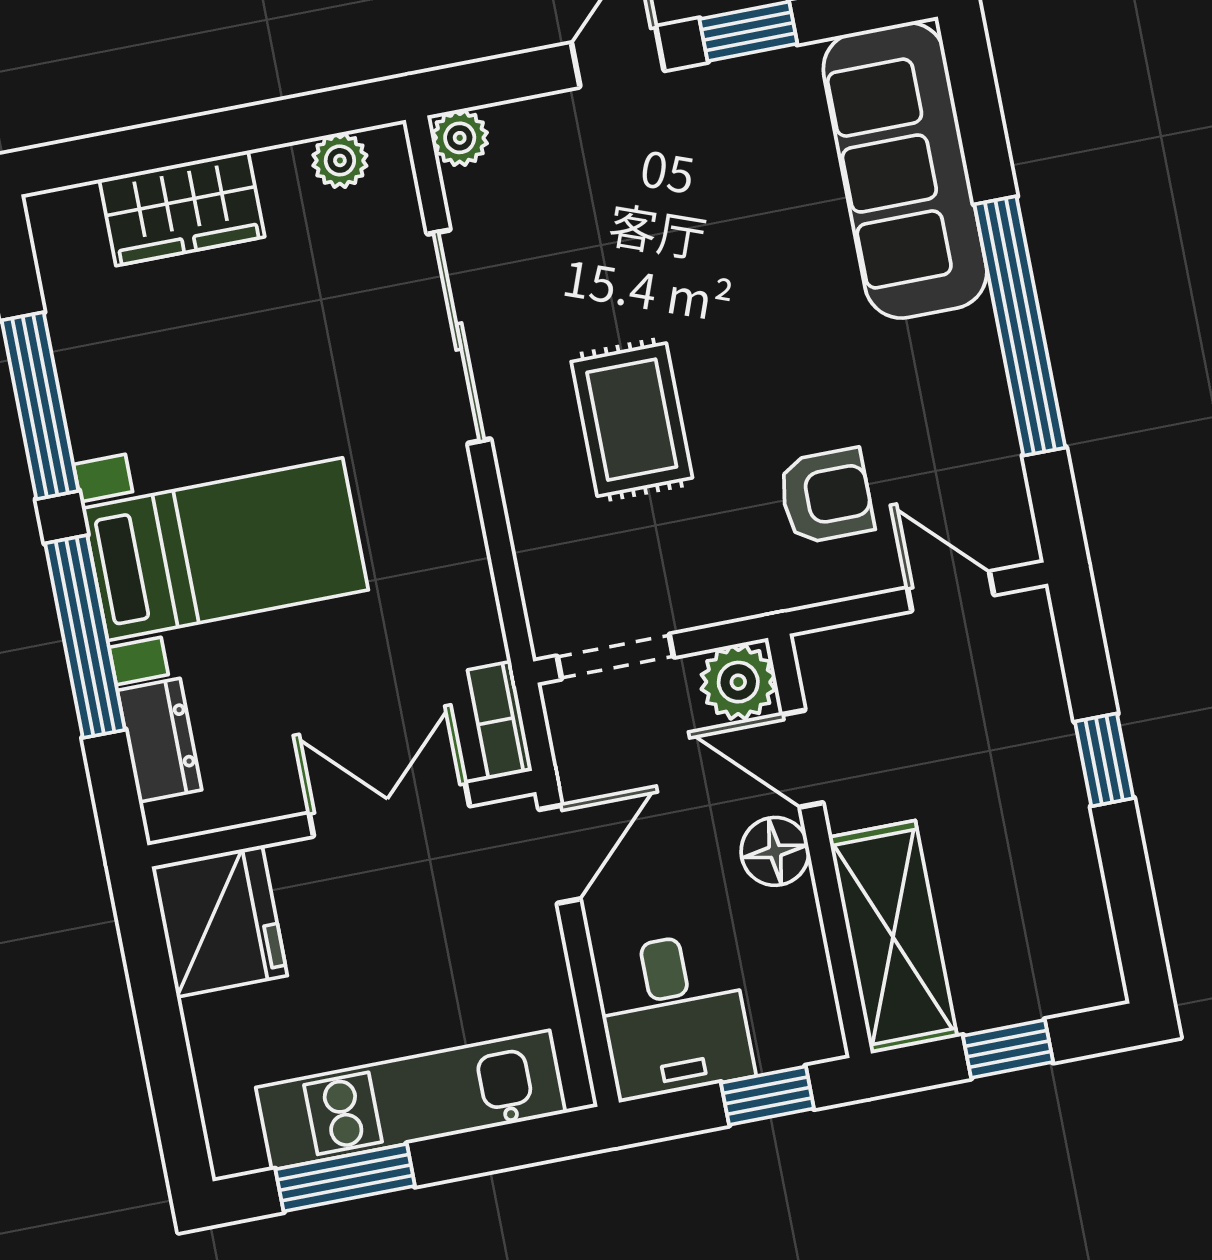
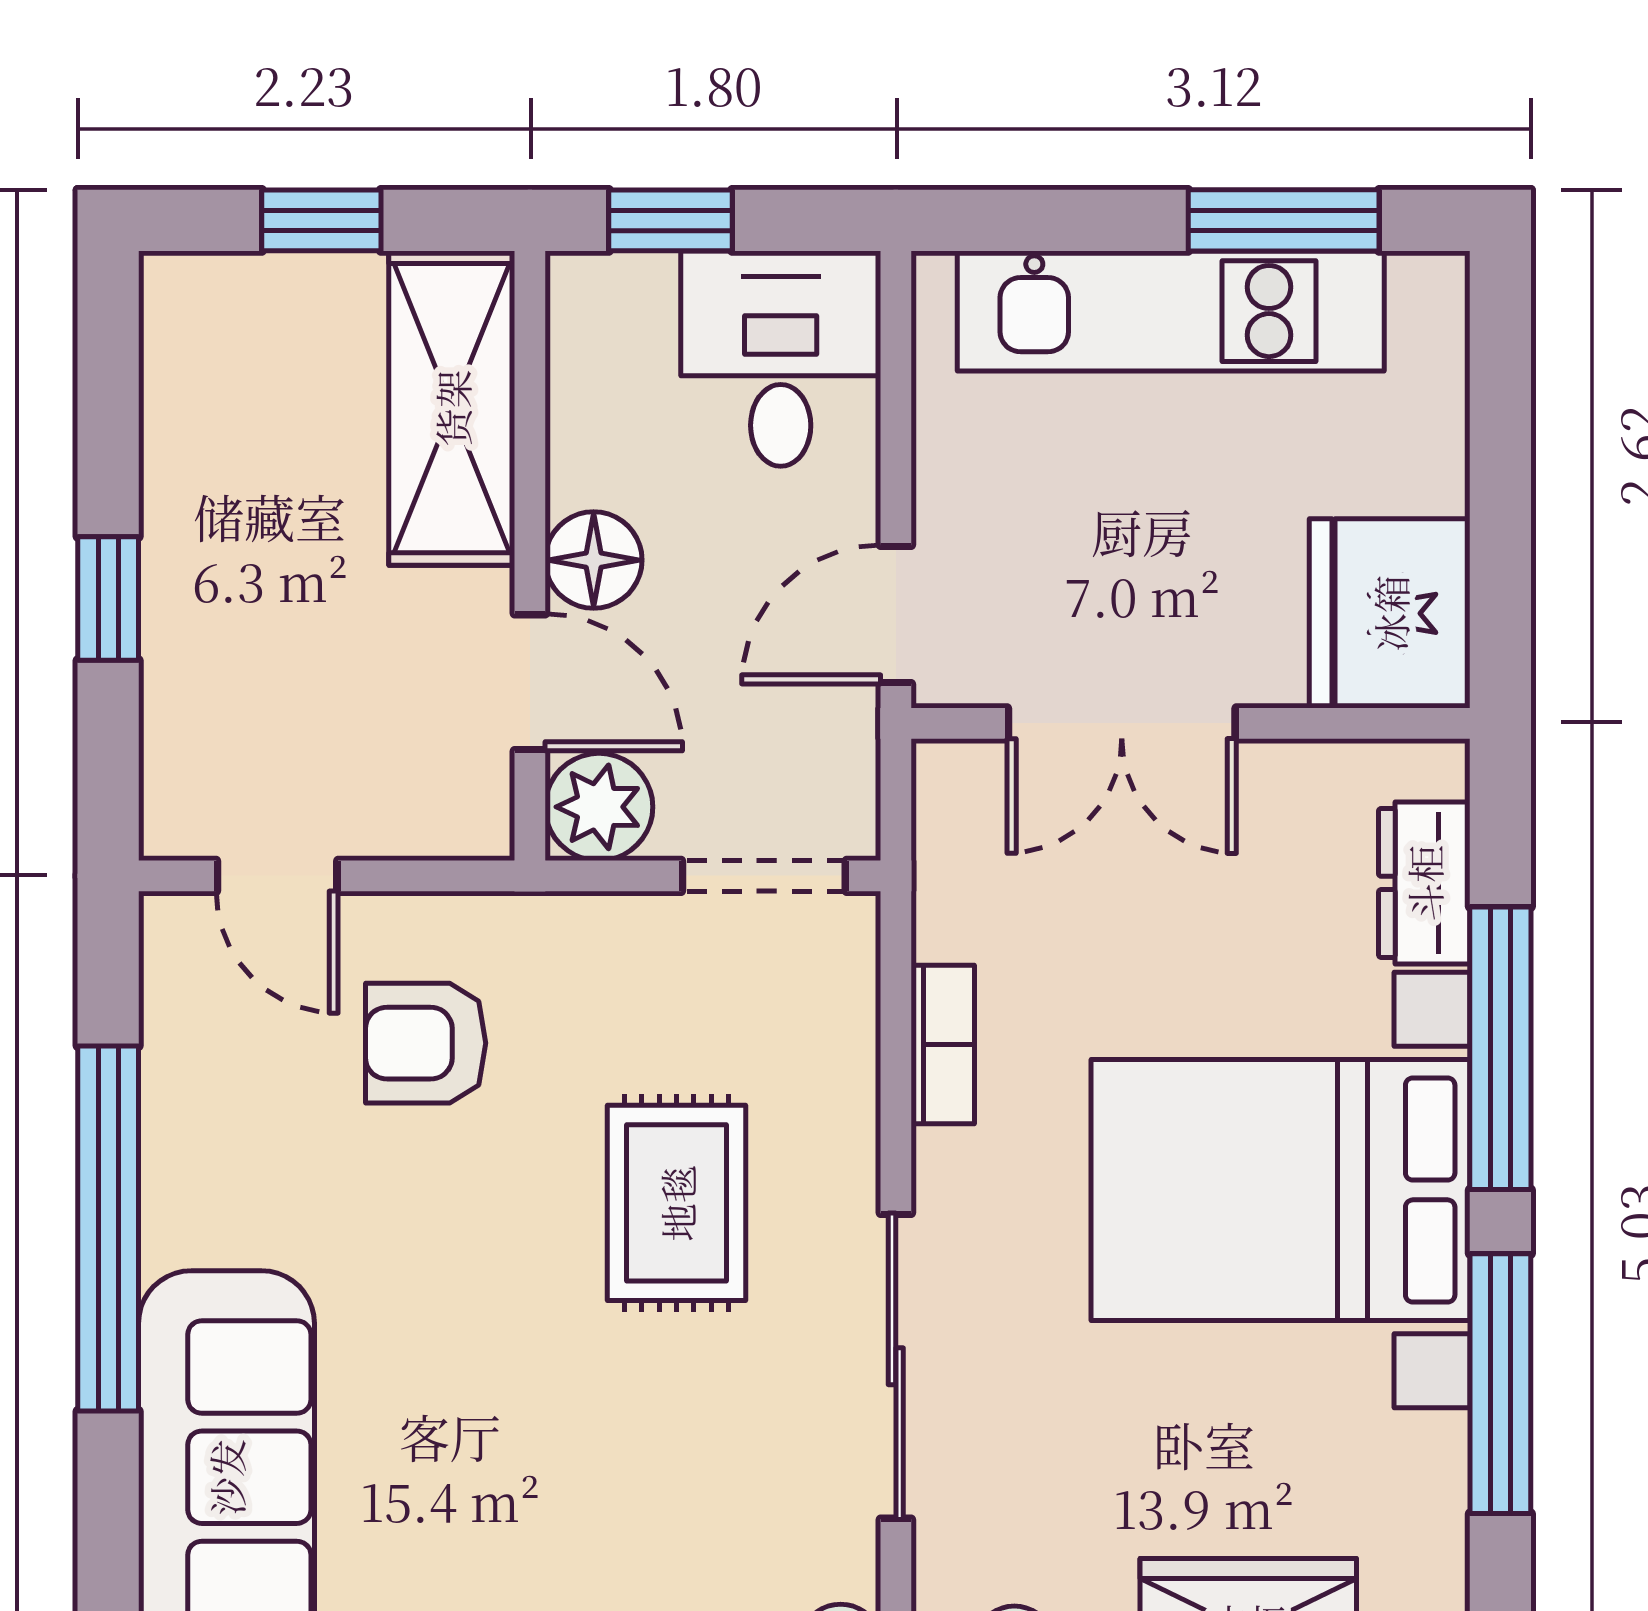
bed with nightstands: (225, 549) -> (1281, 1190), width x1.36
bookcase: (500, 720) -> (943, 1044), moved

